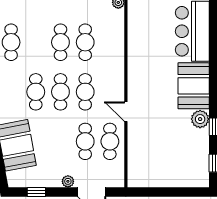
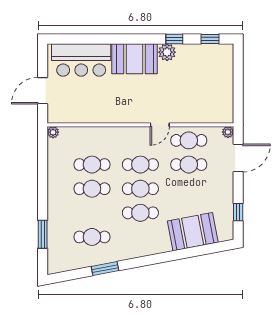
plant: (68, 181) -> (228, 132), moved

